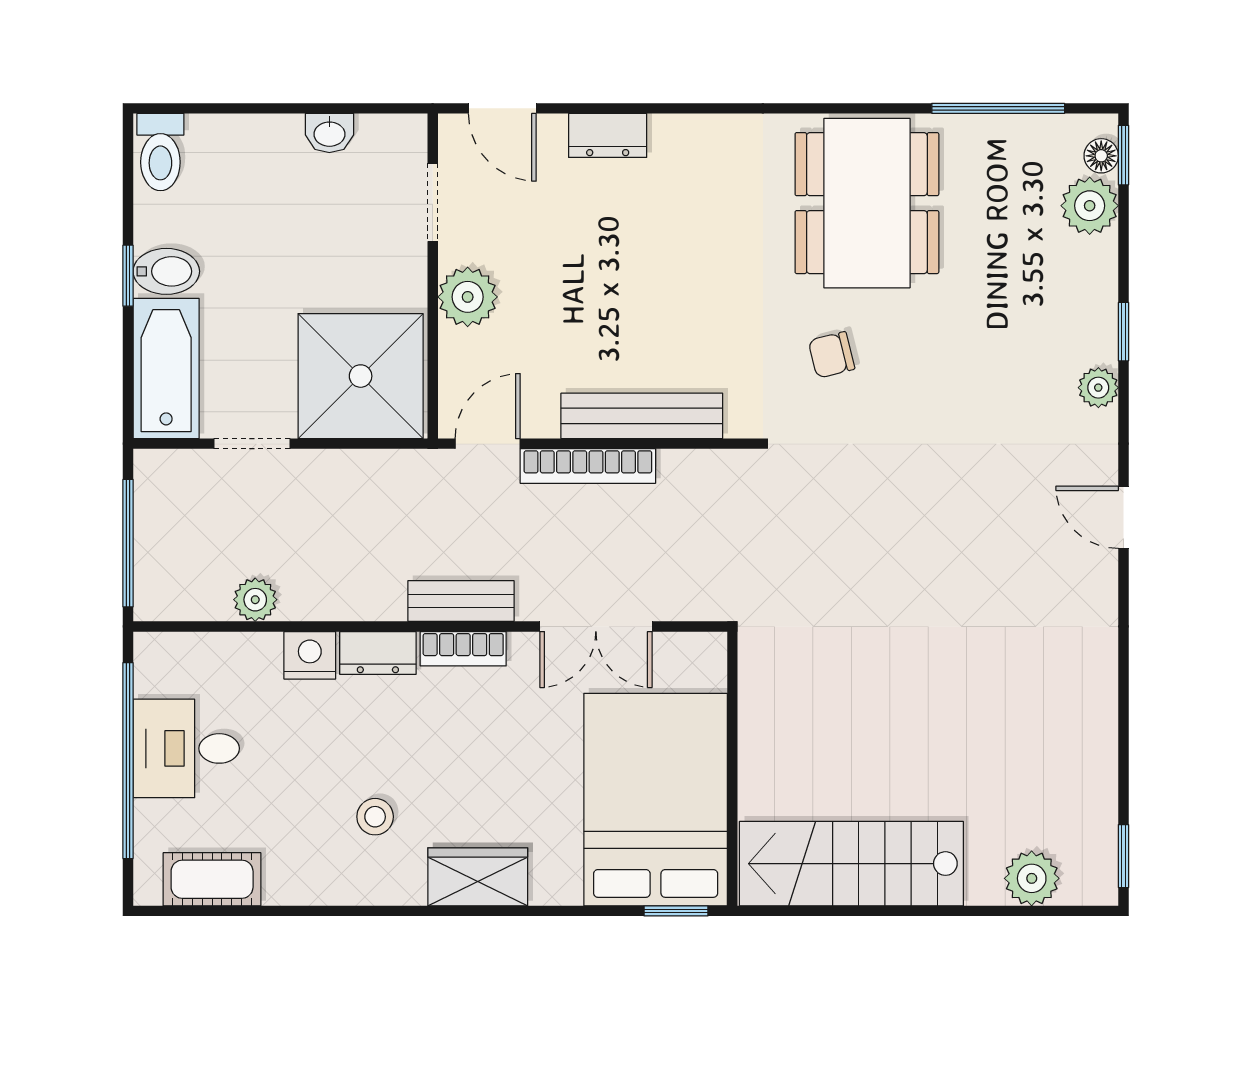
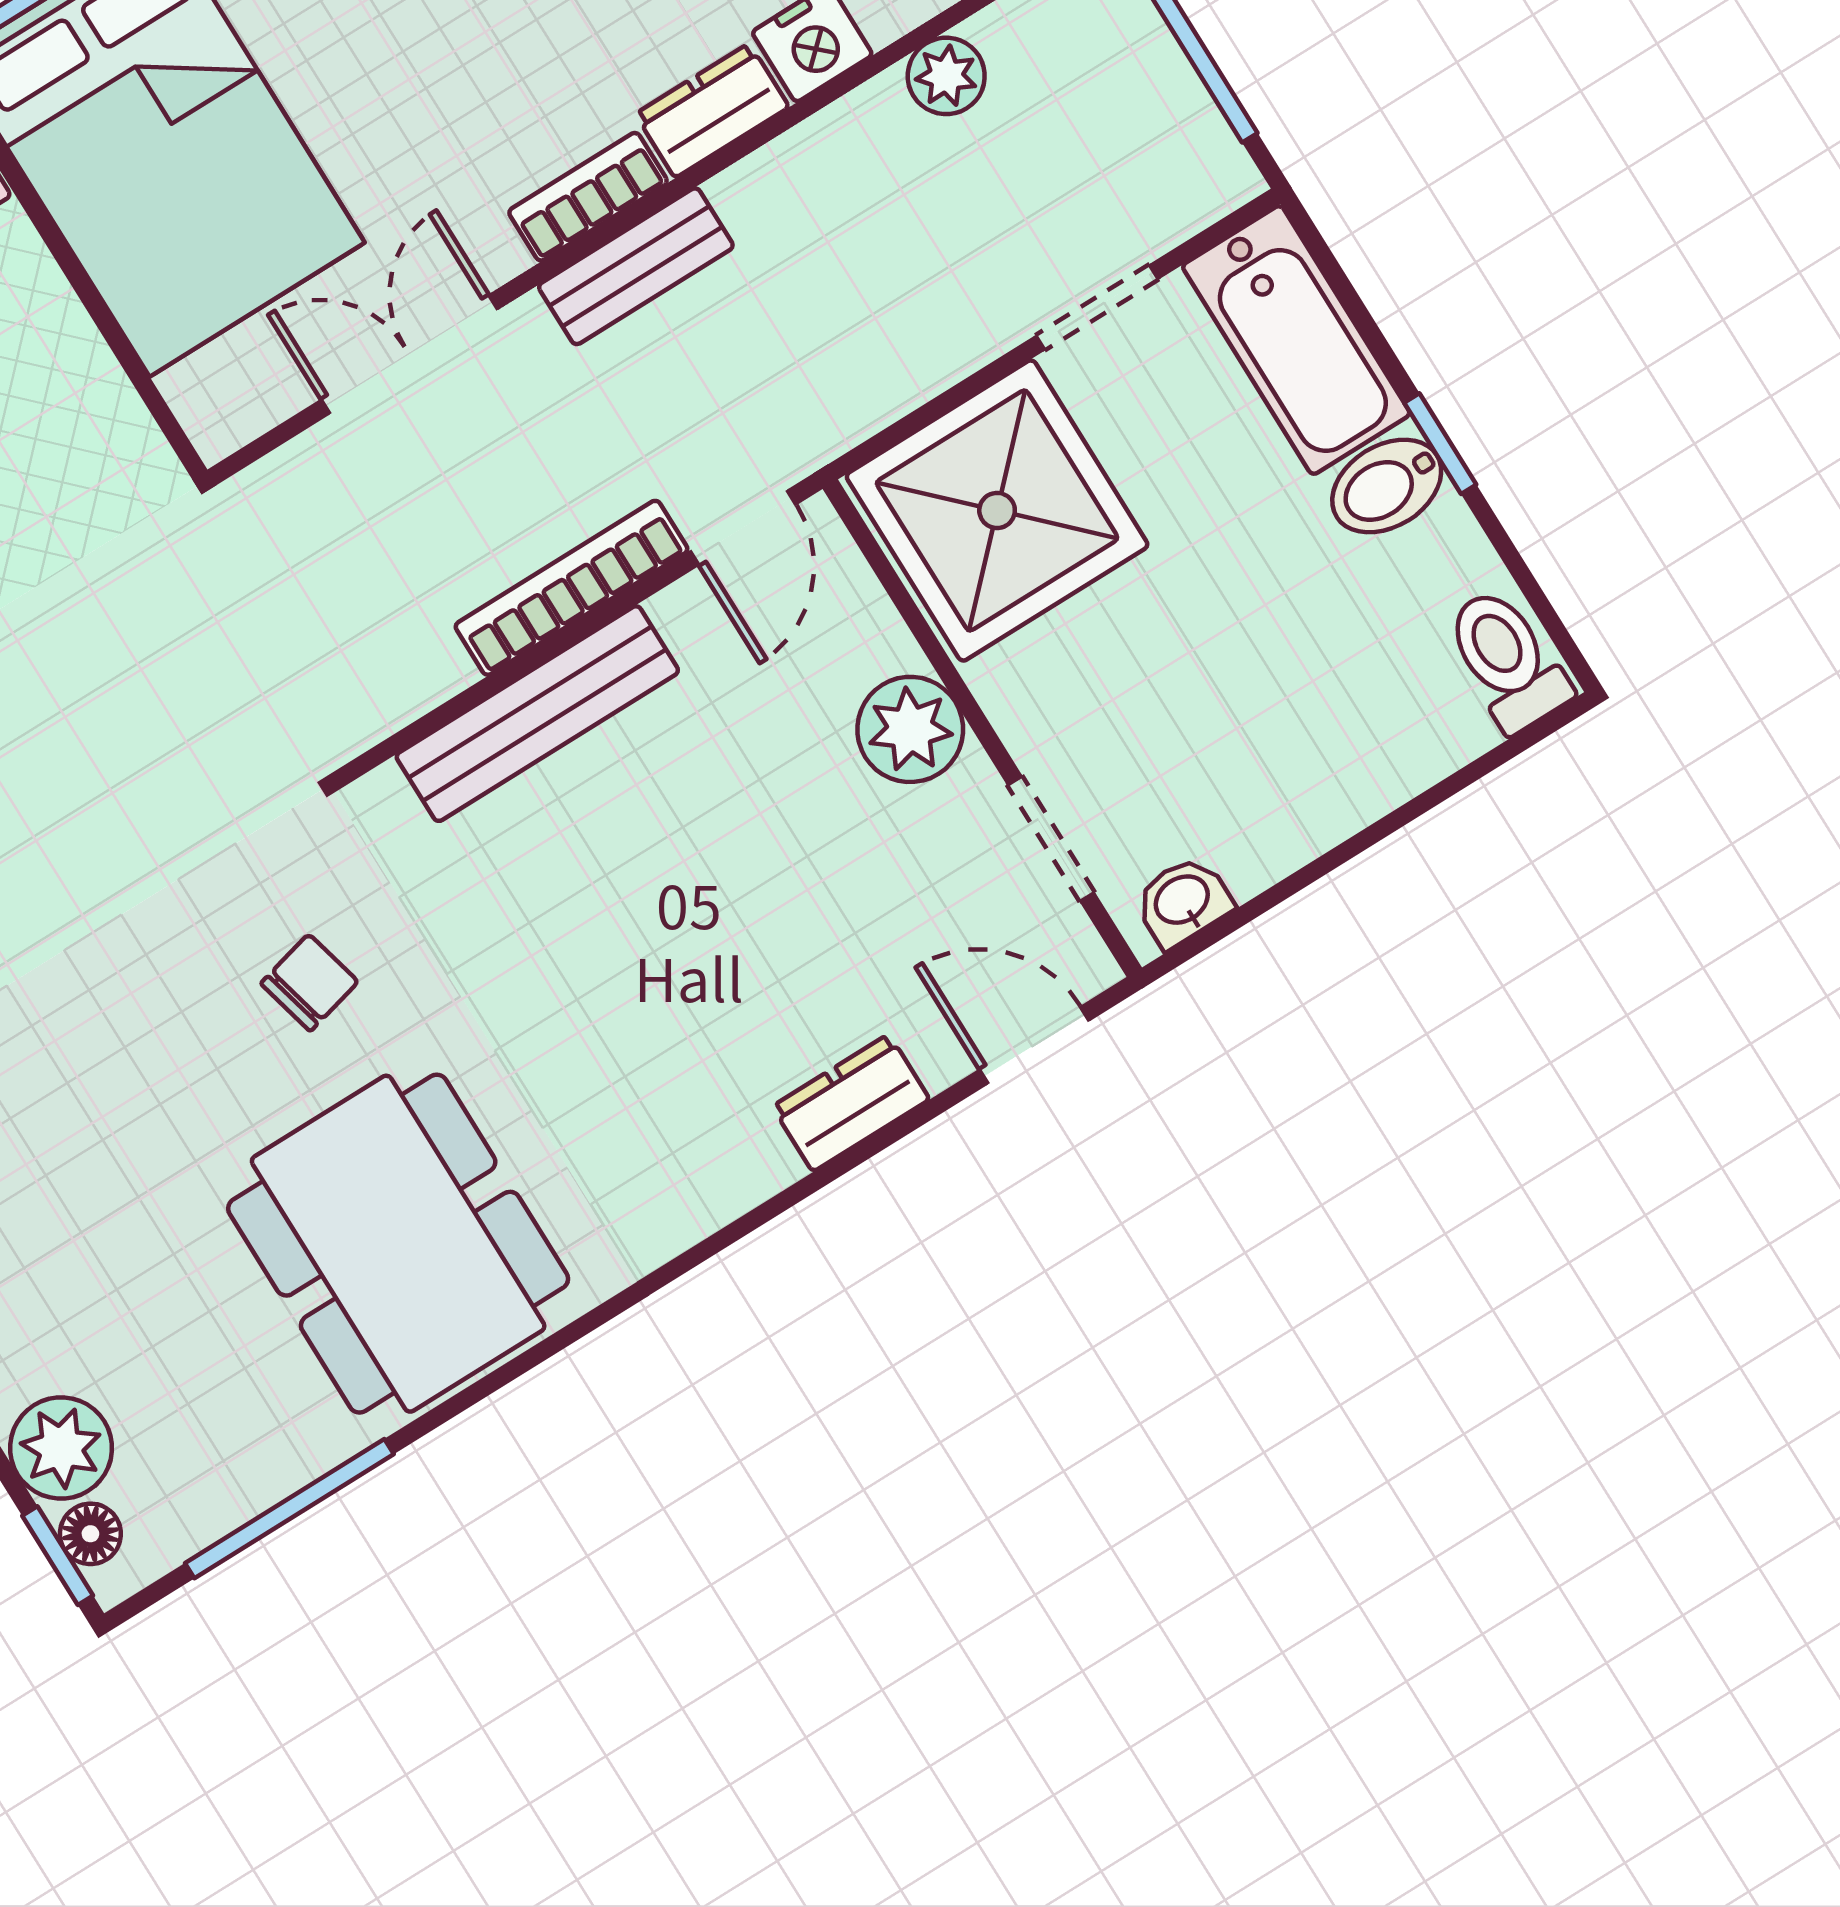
washbasin: (329, 133) -> (1183, 901), moved

